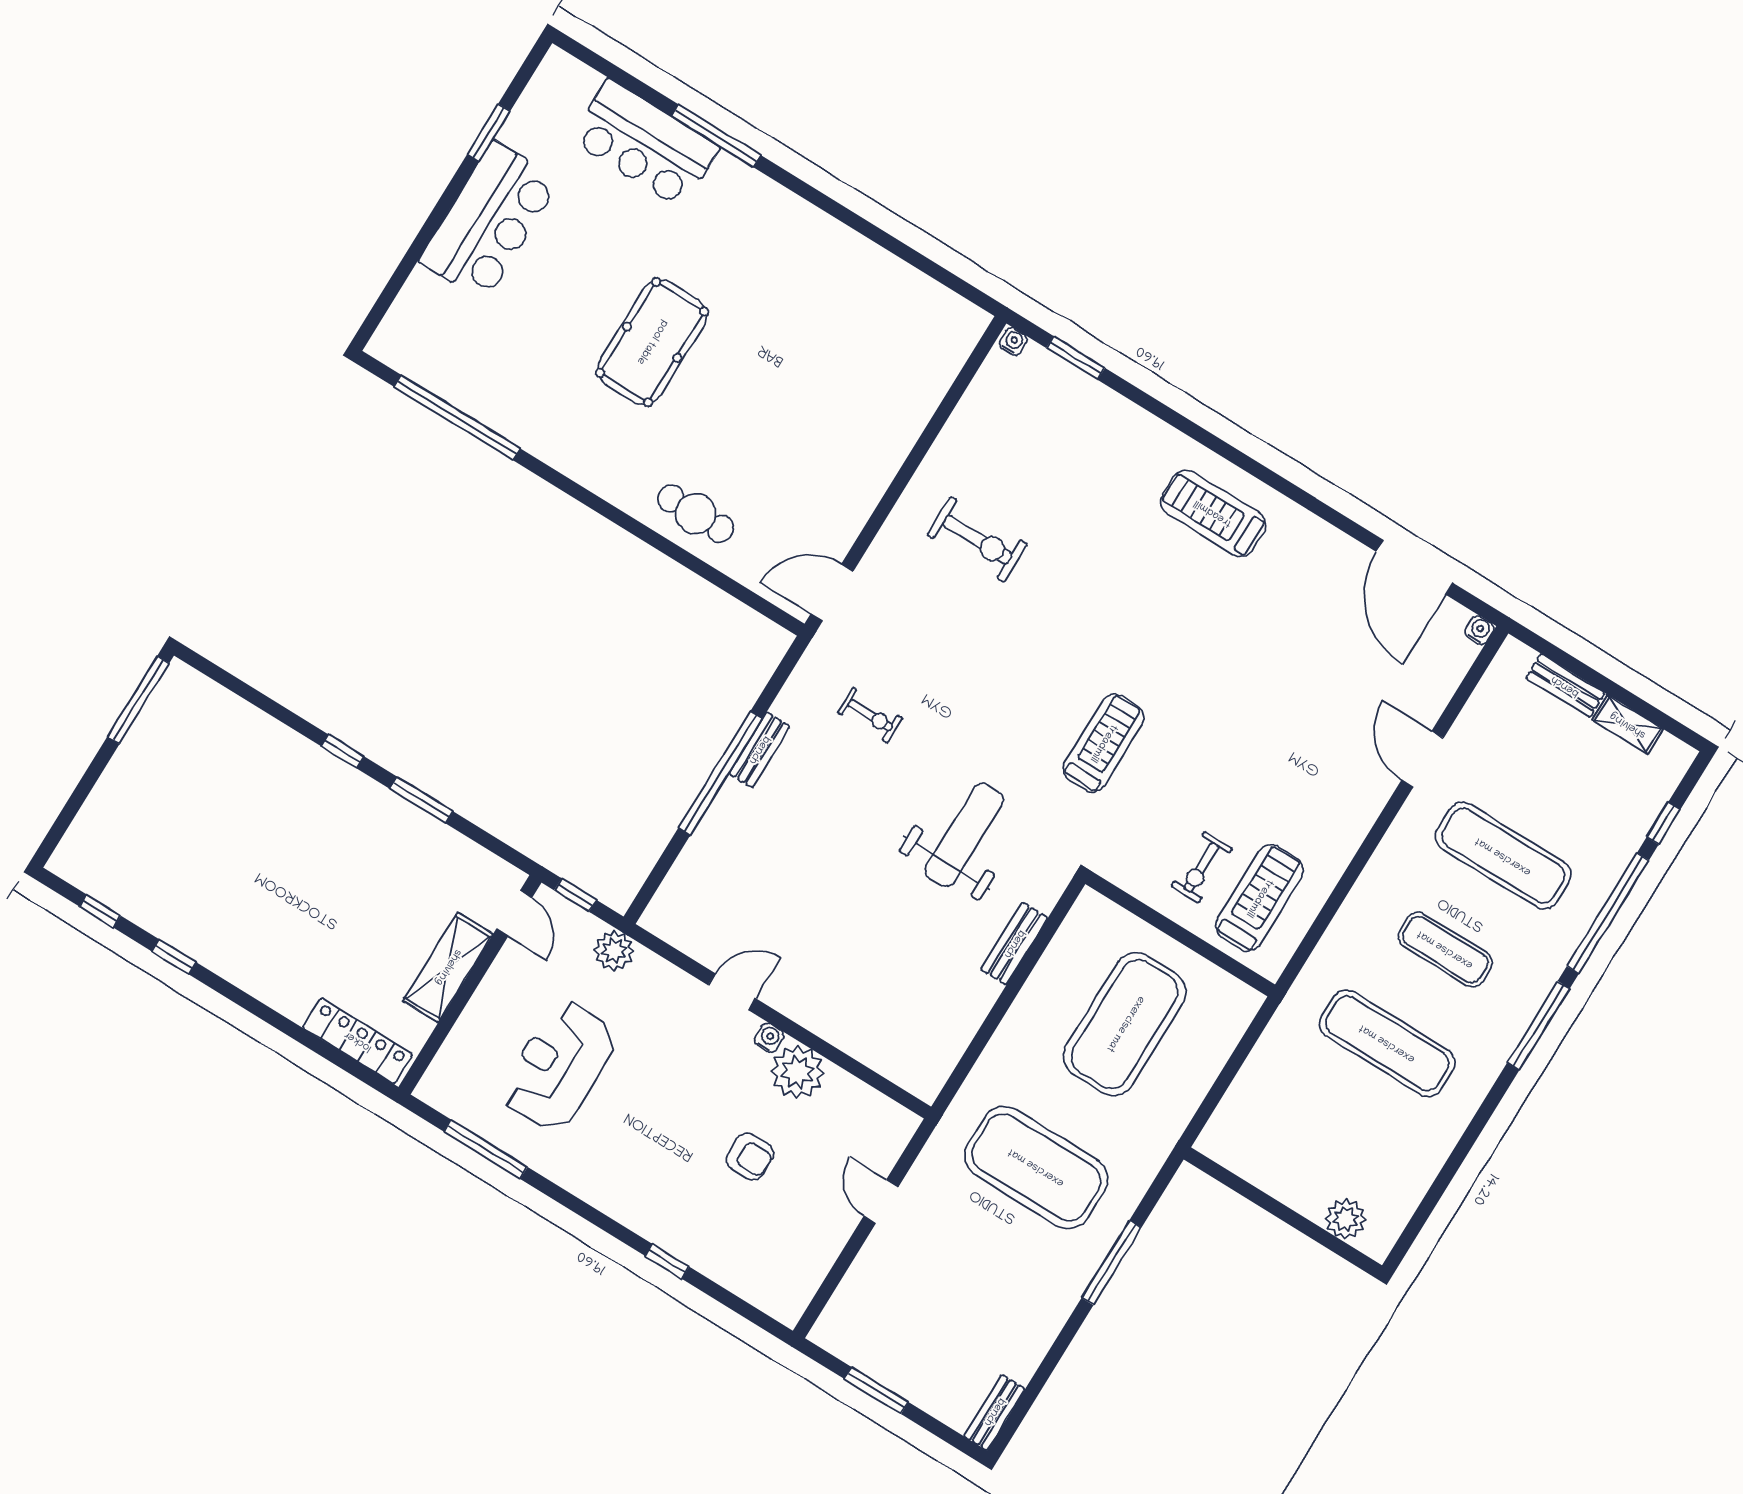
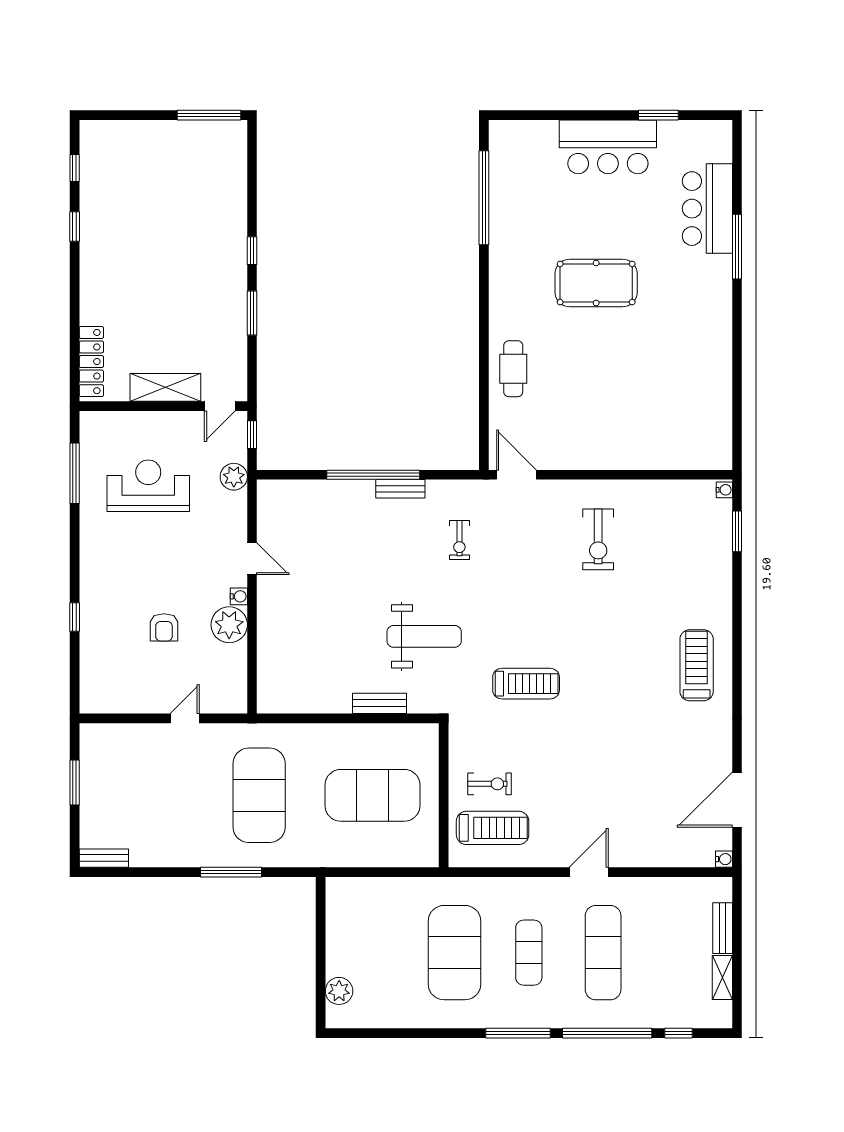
door: (1422, 759) -> (589, 872), moved
exercise bike: (1201, 867) -> (490, 784), turned 180
exercise mat: (1387, 1043) -> (455, 953), width x1.47

